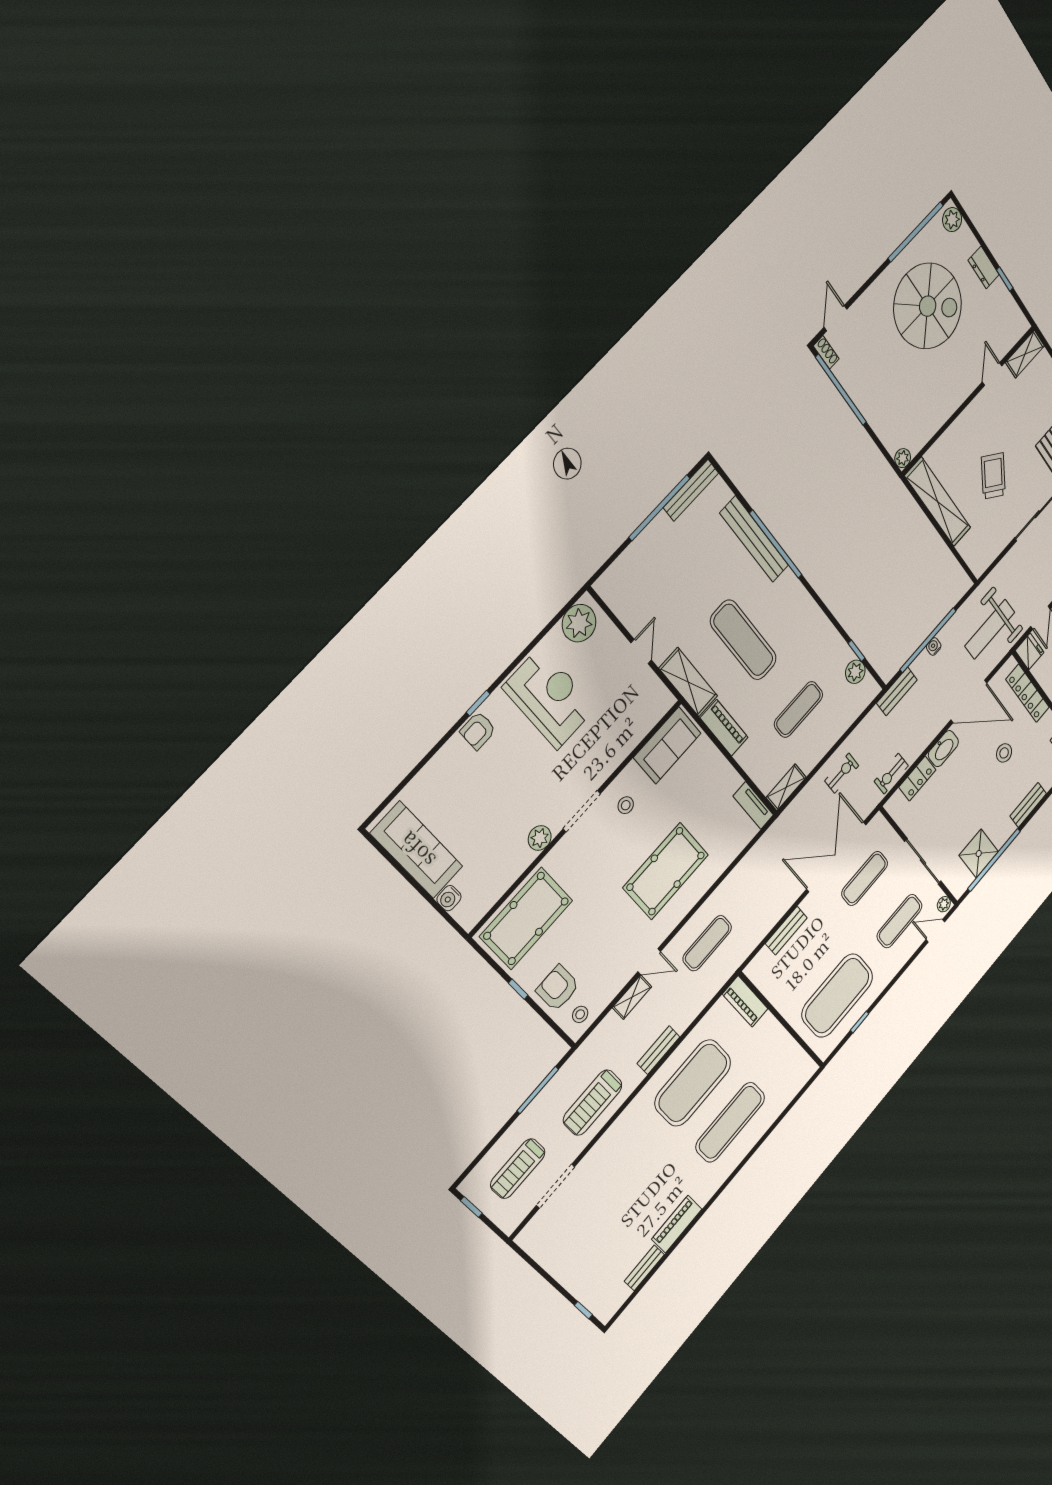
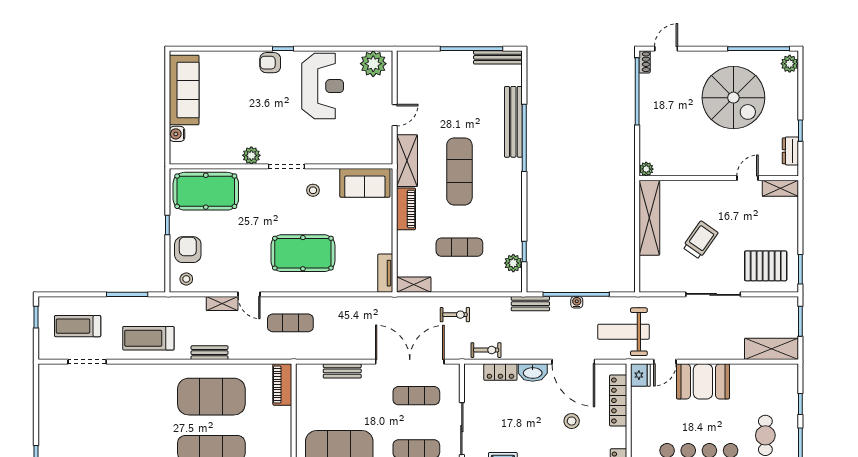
dresser: (984, 267) -> (790, 151), moved
exercise bike: (891, 774) -> (486, 350), turned 180

